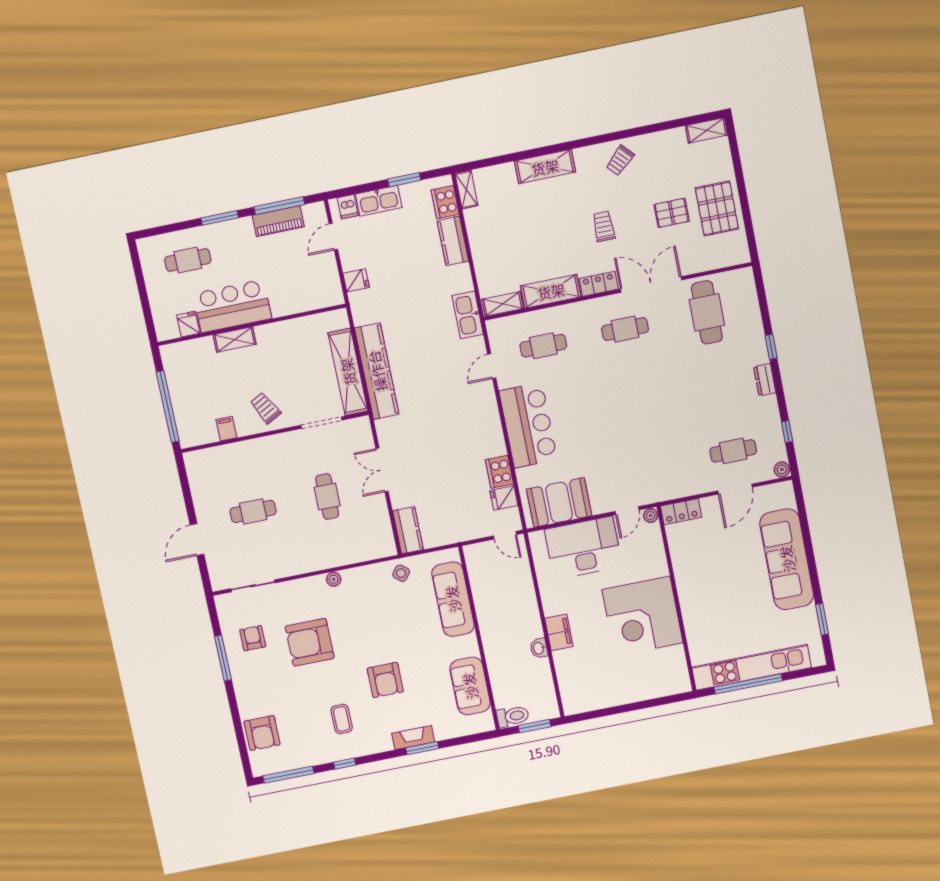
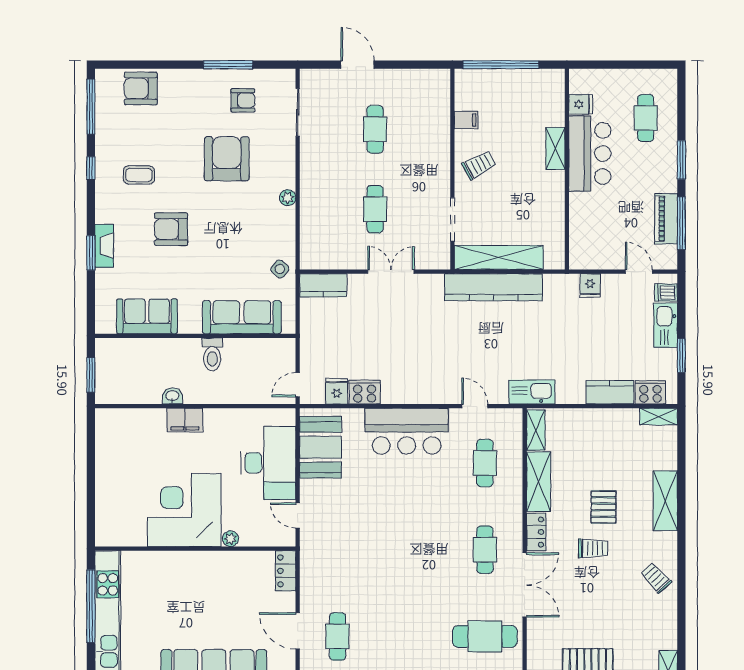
pallet: (672, 213) -> (604, 507), moved
cafe table: (327, 496) -> (375, 209), turned 90
plant: (651, 516) -> (230, 539), moved
toilet: (513, 716) -> (212, 354), moved

